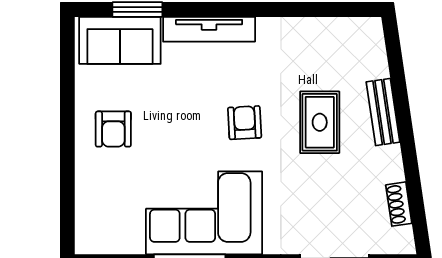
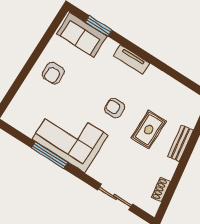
tv unit: (209, 29) -> (131, 59), width x0.71
armchair: (245, 123) -> (115, 108), turned -87

